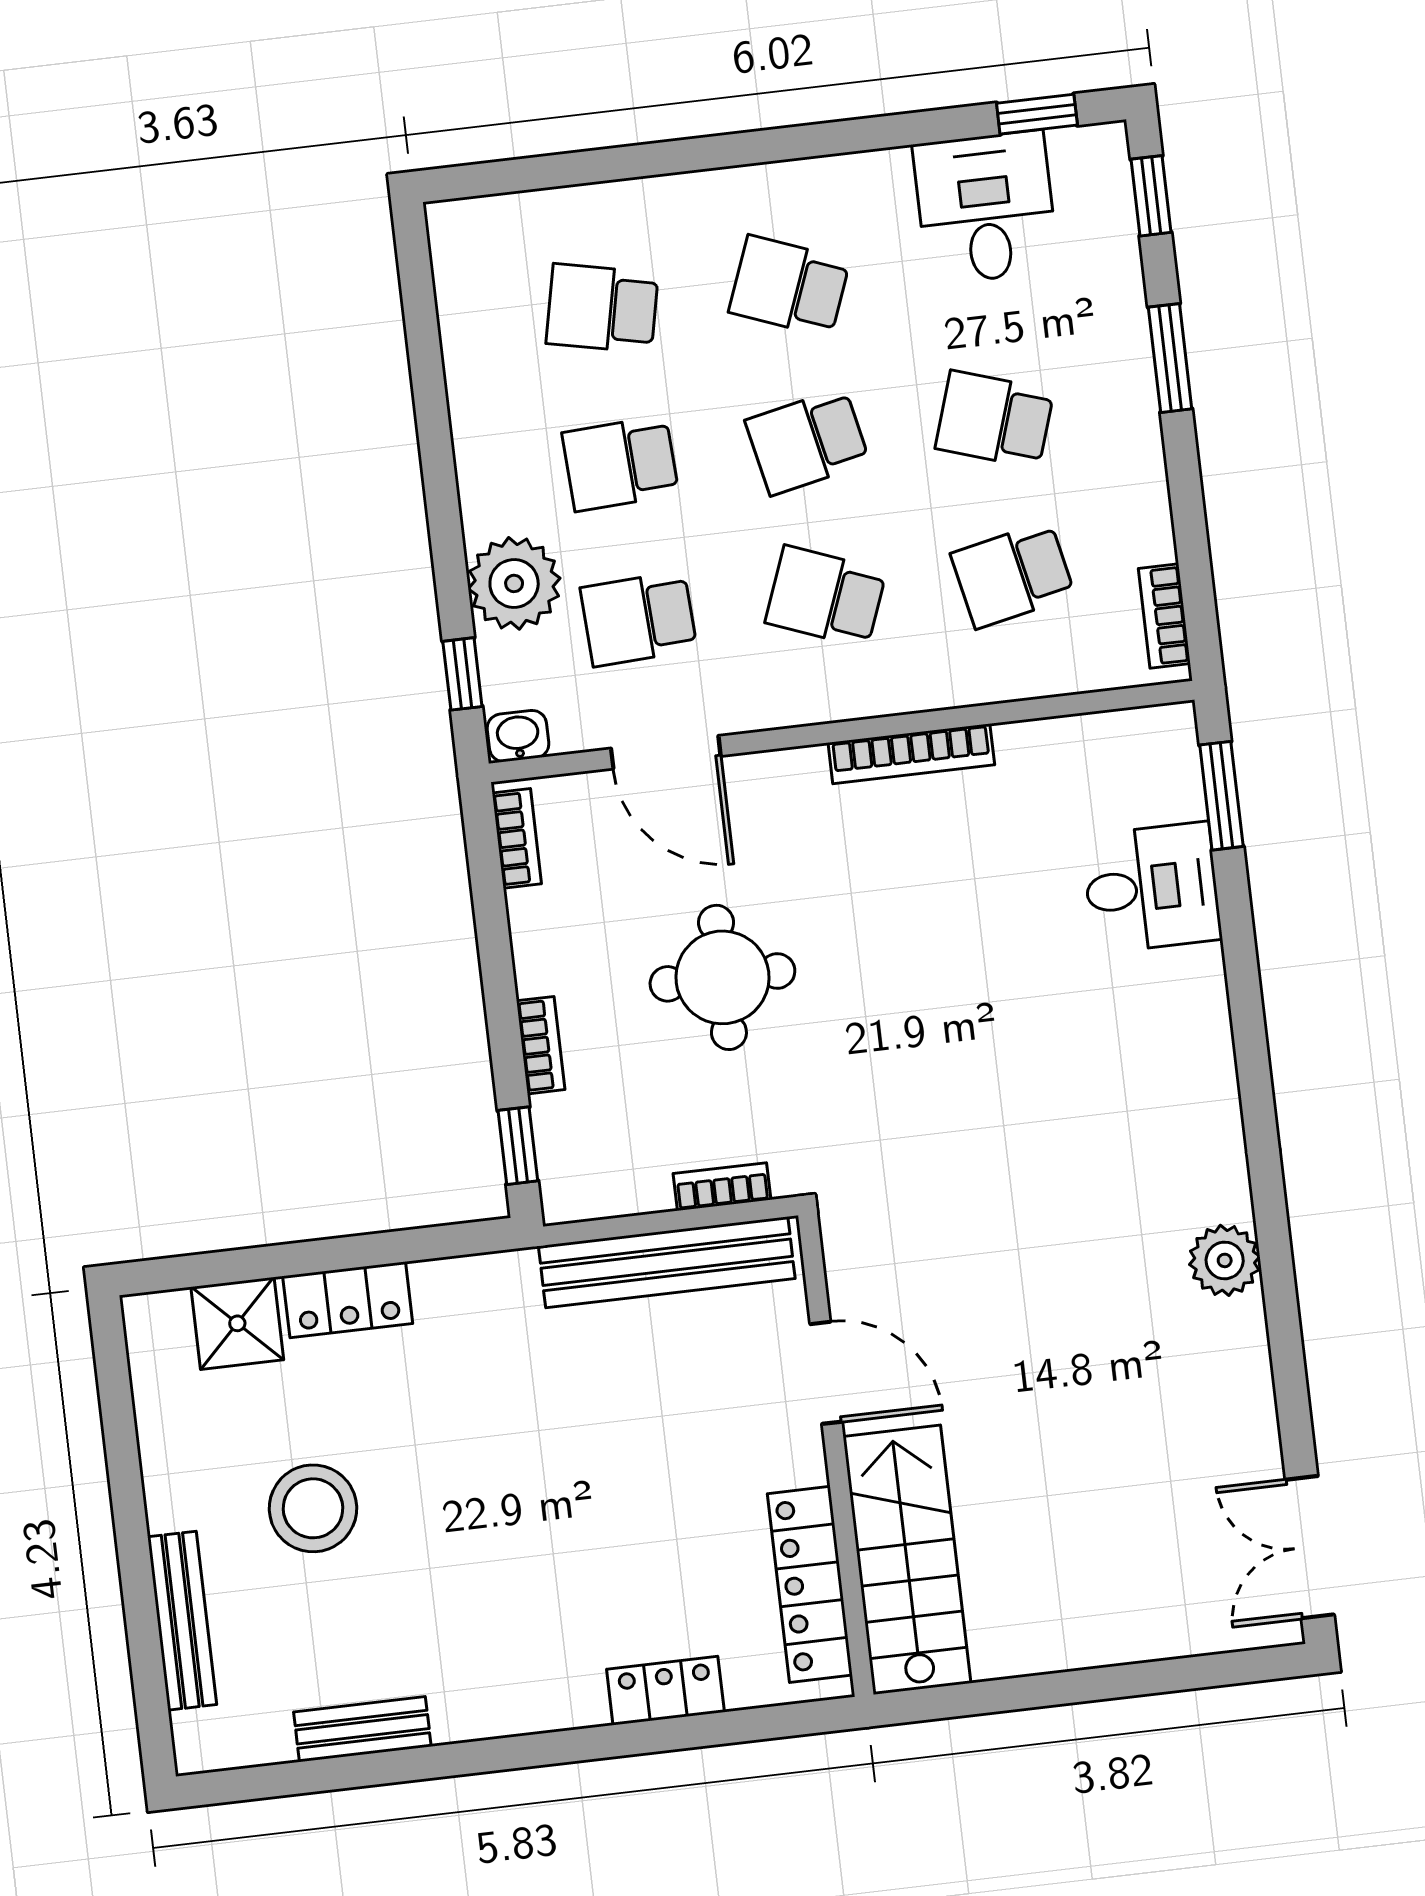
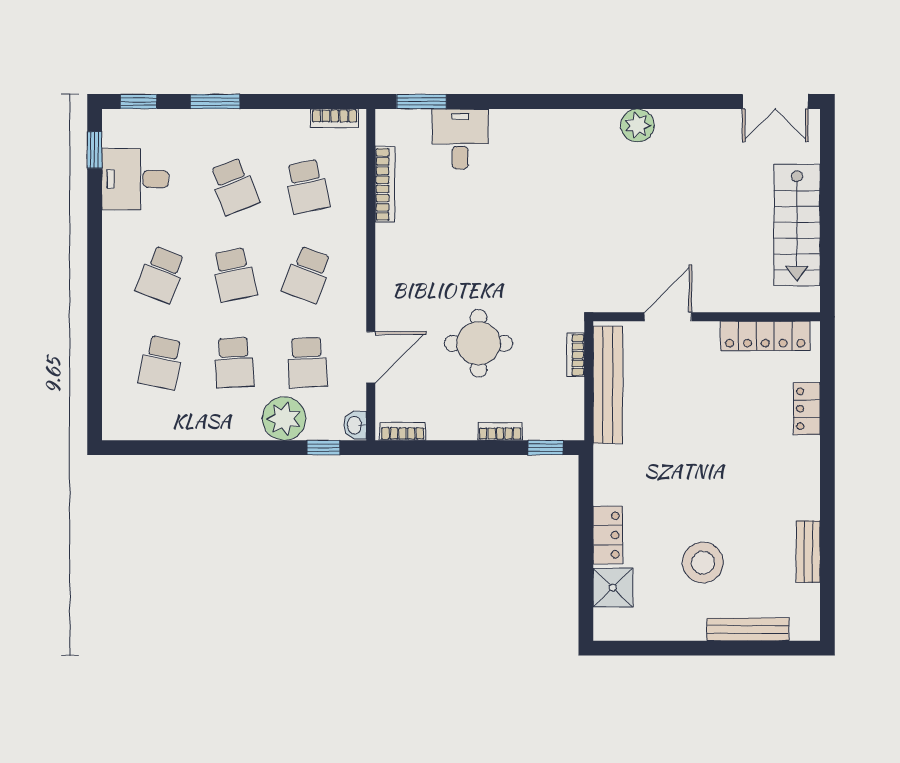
school desk: (995, 419) -> (234, 186), turned -39
bookcase: (911, 754) -> (385, 184), moved
stairs: (907, 1560) -> (797, 225), moved, turned -90

